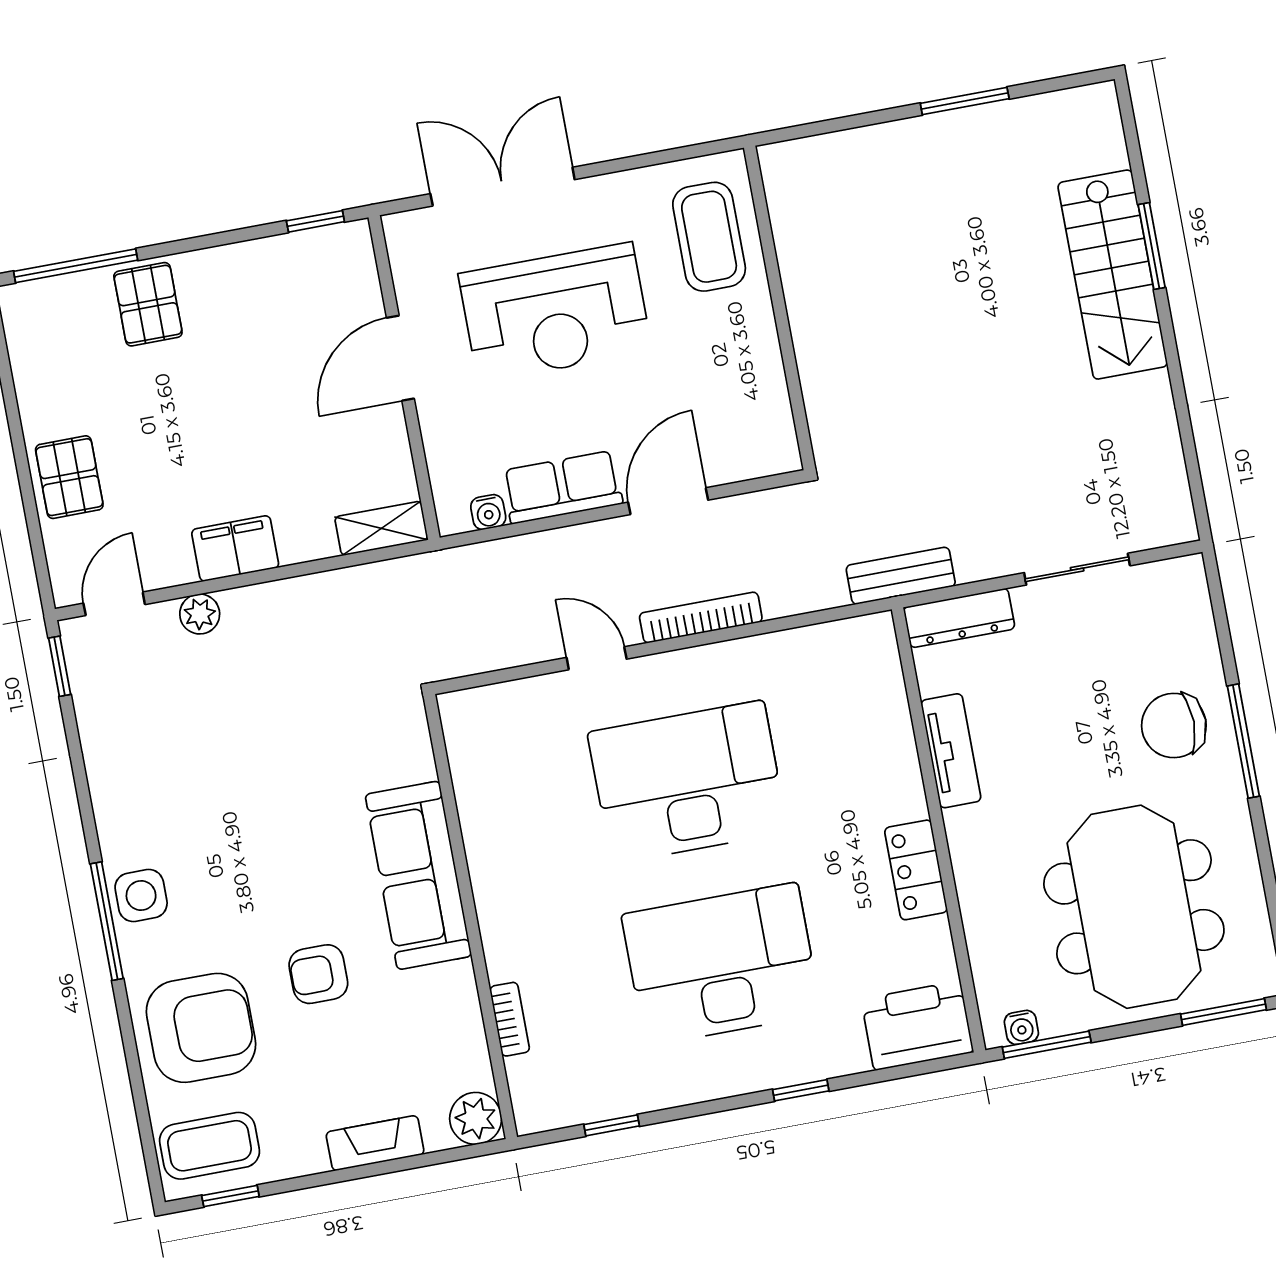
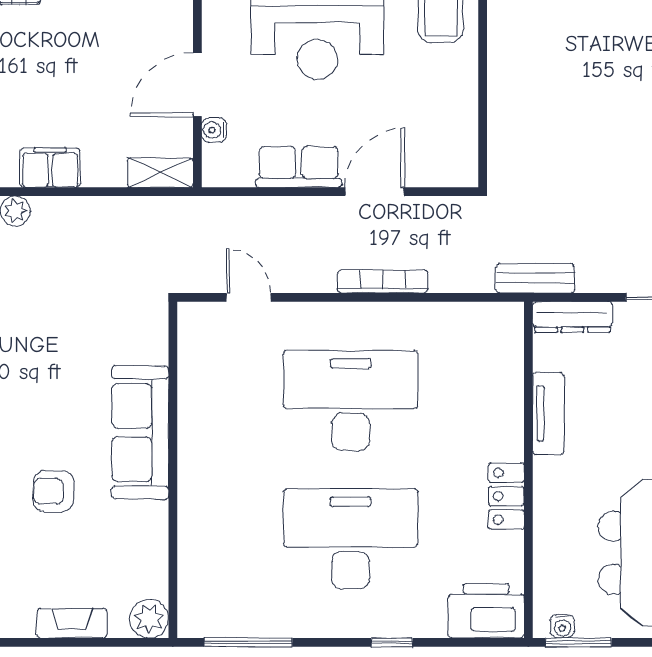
door: (400, 358) -> (197, 85), moved
water cooler: (488, 512) -> (214, 130), moved, turned 90
door: (597, 658) -> (249, 297), moved
bookcase: (510, 1019) -> (188, 551), removed
window: (612, 1125) -> (248, 642), width x2.17

